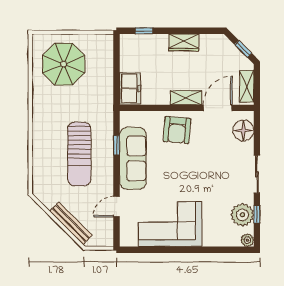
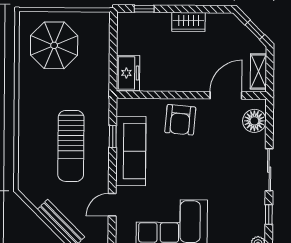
shelving: (186, 98) -> (191, 84), removed
plant: (242, 215) -> (253, 215), removed

